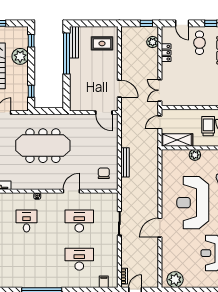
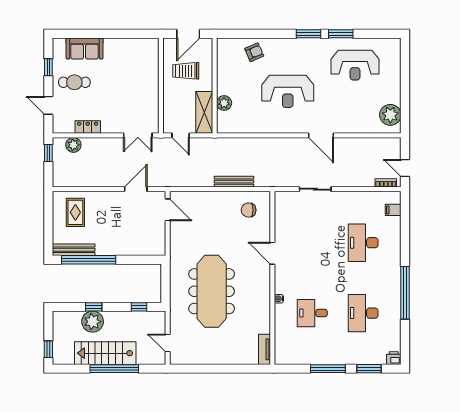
door: (182, 23) -> (48, 105), swing flipped
window: (31, 41) -> (94, 307), moved
door: (104, 113) -> (168, 210), hinge flipped
plant: (195, 155) -> (224, 103), moved
reception desk: (193, 203) -> (288, 91), width x0.74, depth x0.77
desk: (79, 221) -> (363, 313), moved

